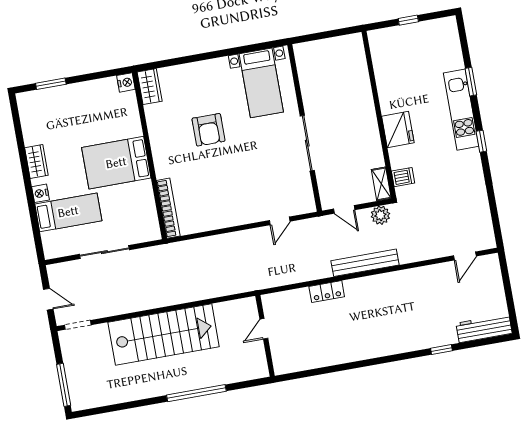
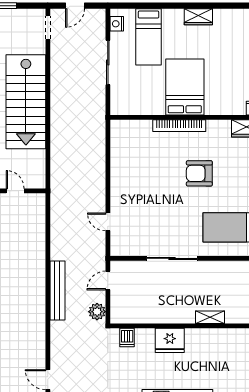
shelving: (381, 184) -> (210, 317), moved
nightstand: (40, 193) -> (117, 24), moved, turned -90
bookcase: (168, 208) -> (179, 126), moved
locker: (327, 292) -> (38, 252), removed

